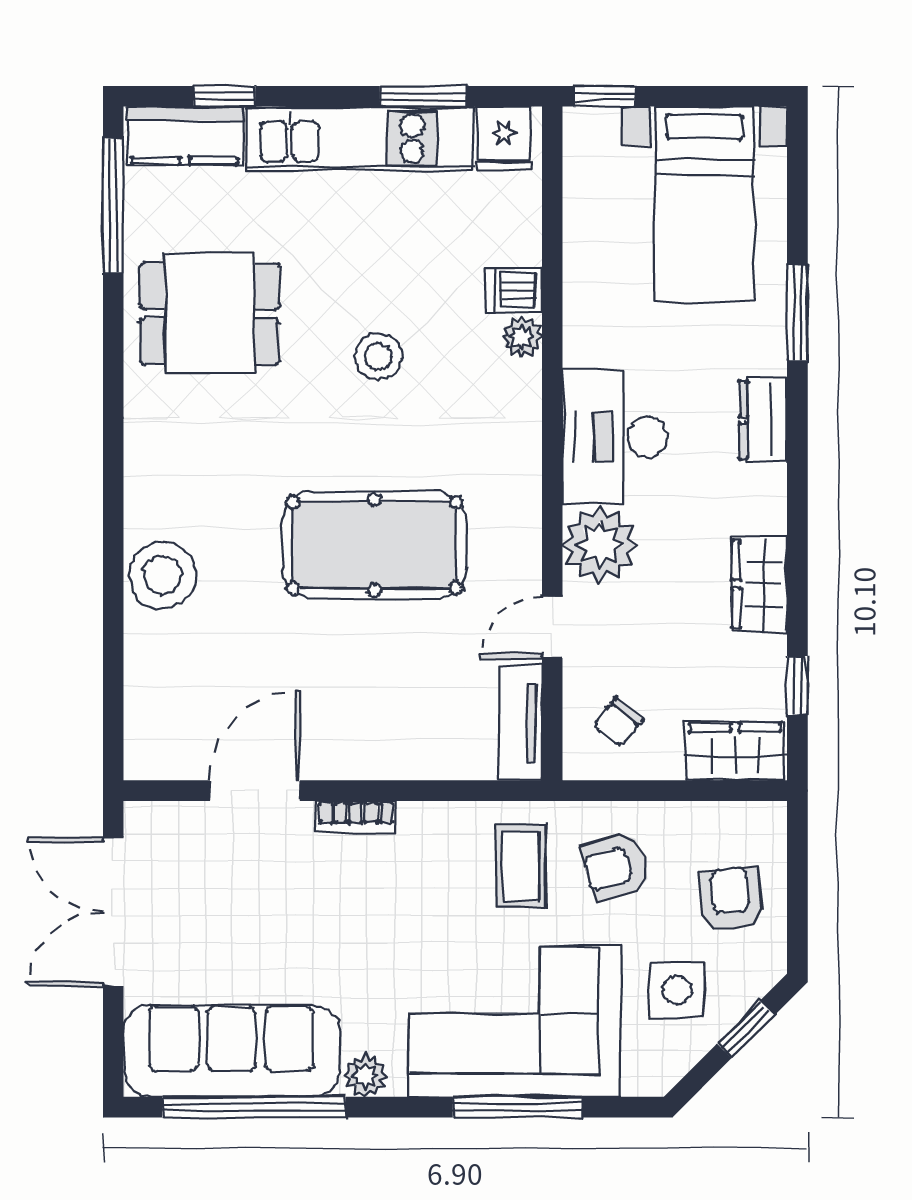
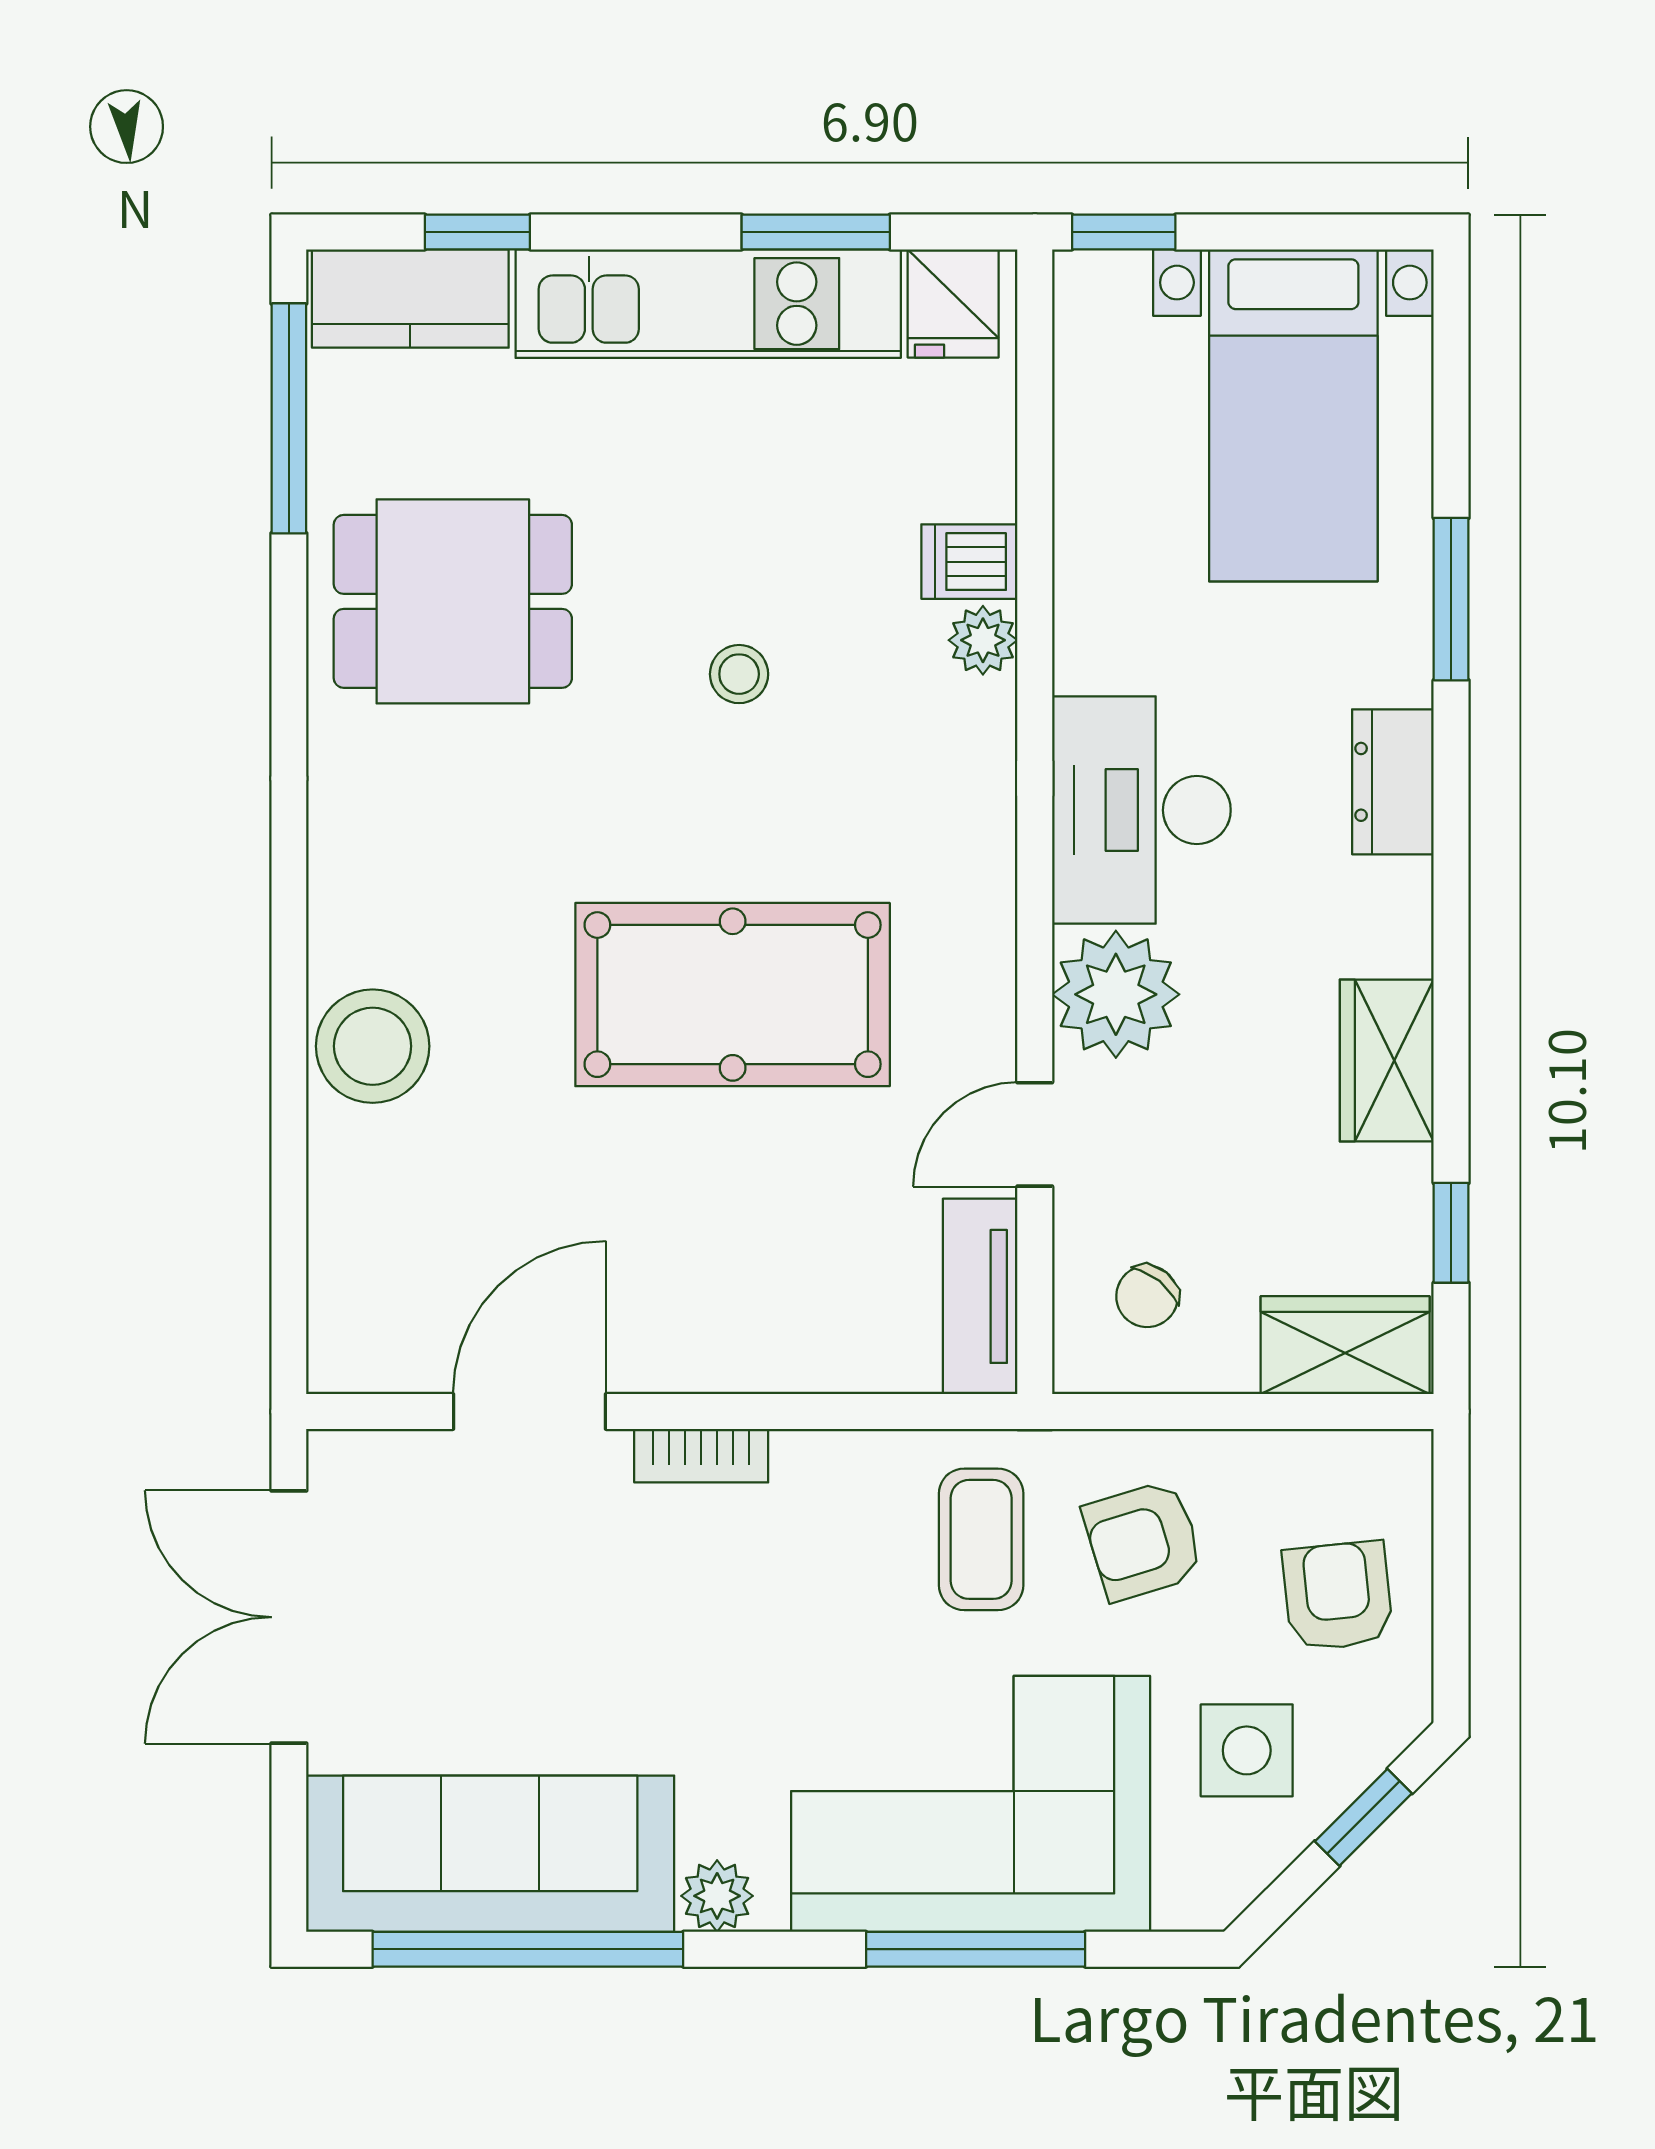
stool: (378, 356) -> (739, 674), width x0.73, depth x0.73

